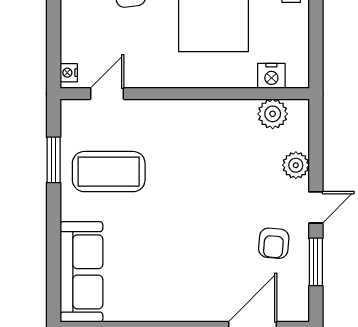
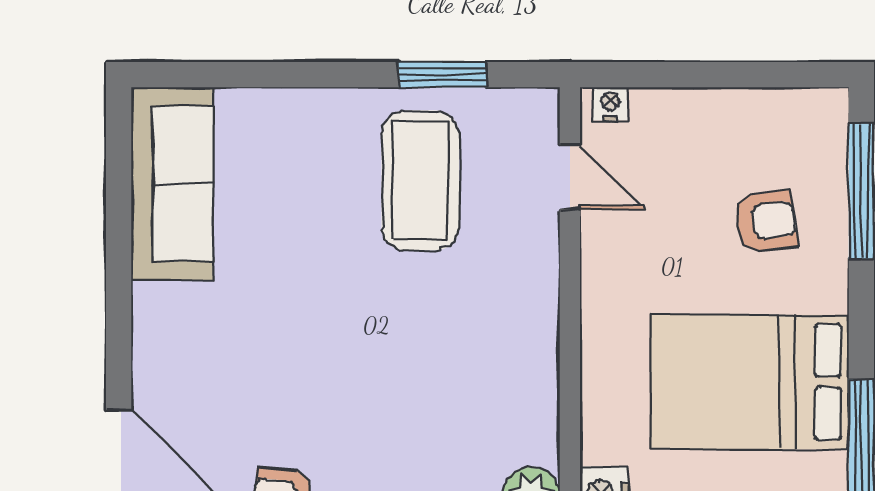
sofa: (81, 272) -> (172, 184), moved, turned -90

